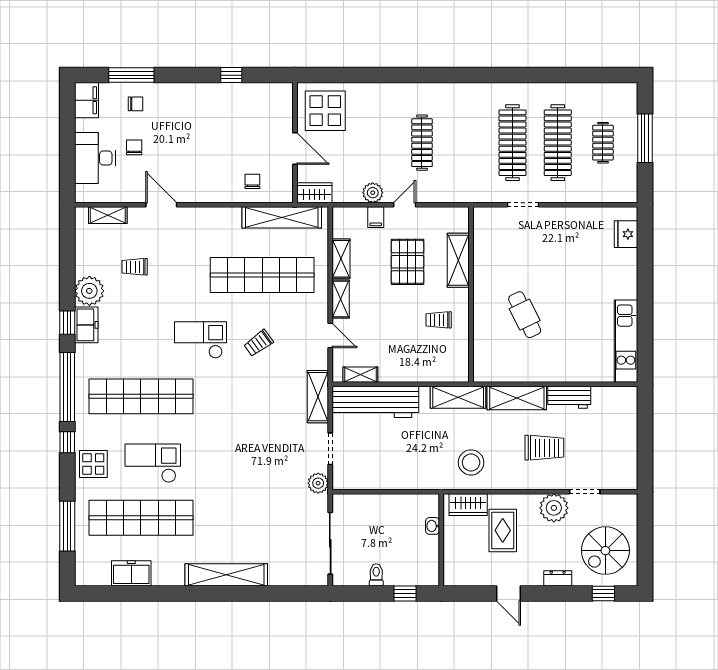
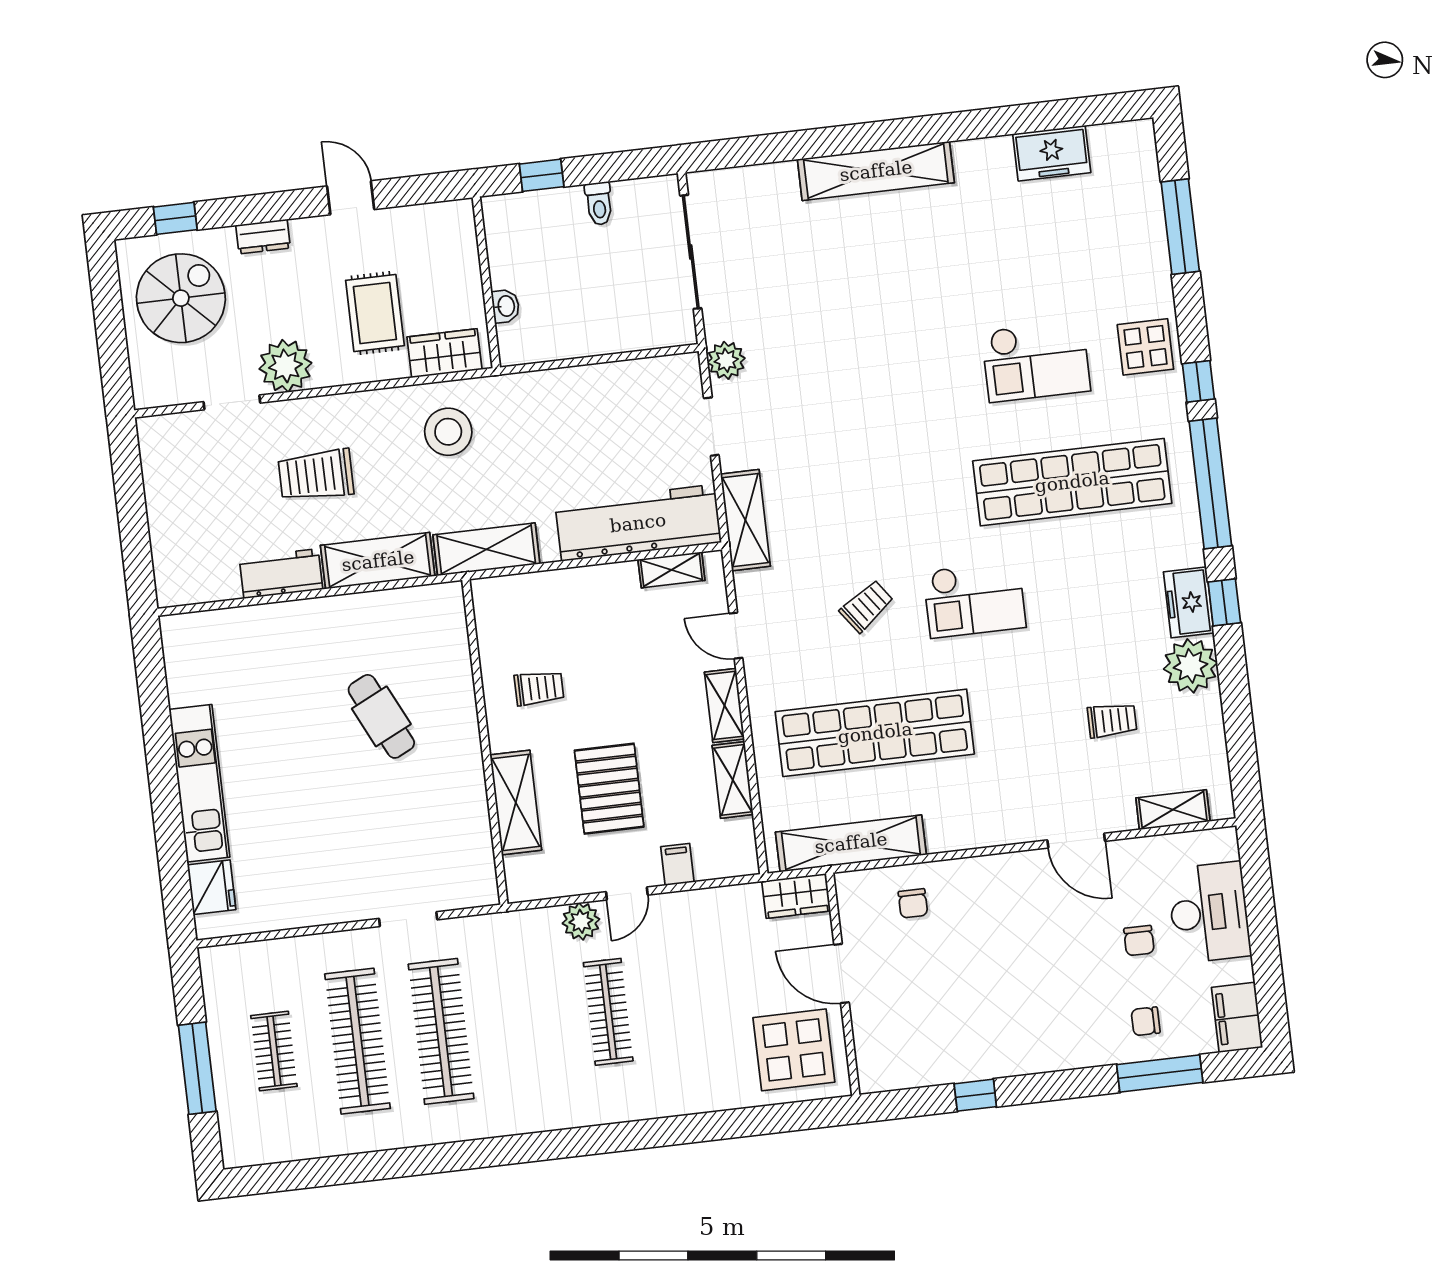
plant: (373, 193) -> (581, 921), moved
kitchen unit: (626, 341) -> (199, 783), moved
shop shelf: (141, 518) -> (1046, 258), removed

